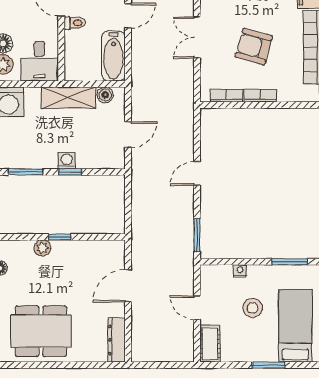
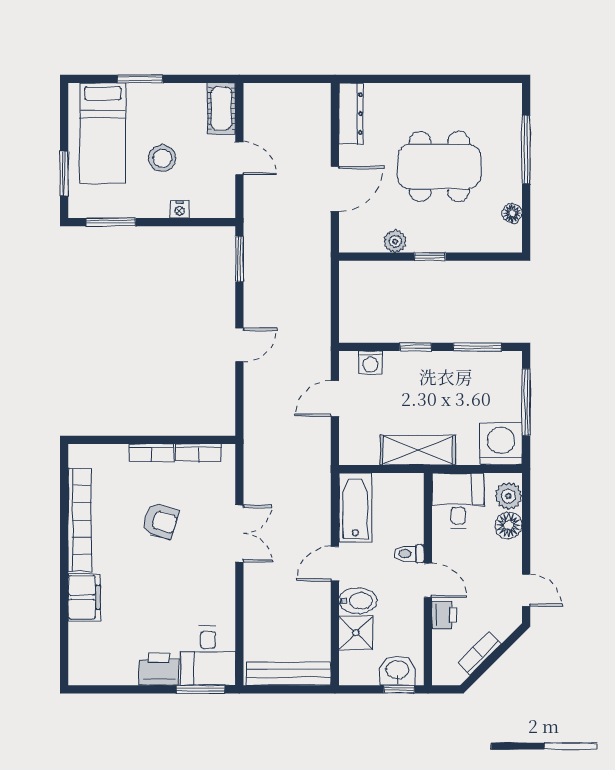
armchair: (254, 47) -> (160, 521), width x0.72, depth x0.72
boiler: (105, 95) -> (367, 454), removed
washing machine: (67, 161) -> (370, 363), moved
plant: (42, 248) -> (395, 241), moved
dining table: (41, 331) -> (439, 166), moved

